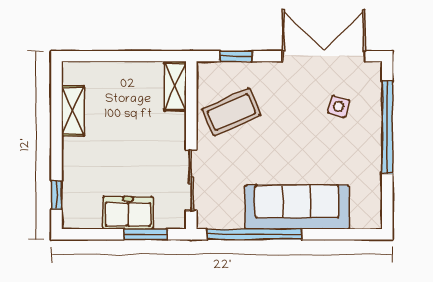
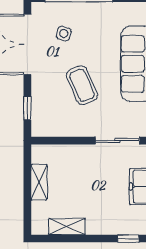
shelving: (175, 86) -> (39, 182), moved, turned 90
coffee table: (231, 112) -> (82, 85), moved

